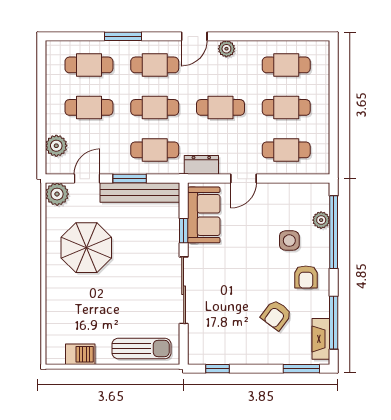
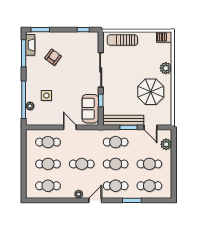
dresser: (201, 165) -> (92, 134), removed
door: (87, 179) -> (150, 127), hinge flipped
door: (244, 179) -> (70, 127), hinge flipped
plant: (57, 194) -> (166, 68), moved
armchair: (306, 277) -> (38, 77), removed
barbecue: (80, 354) -> (164, 37), moved

